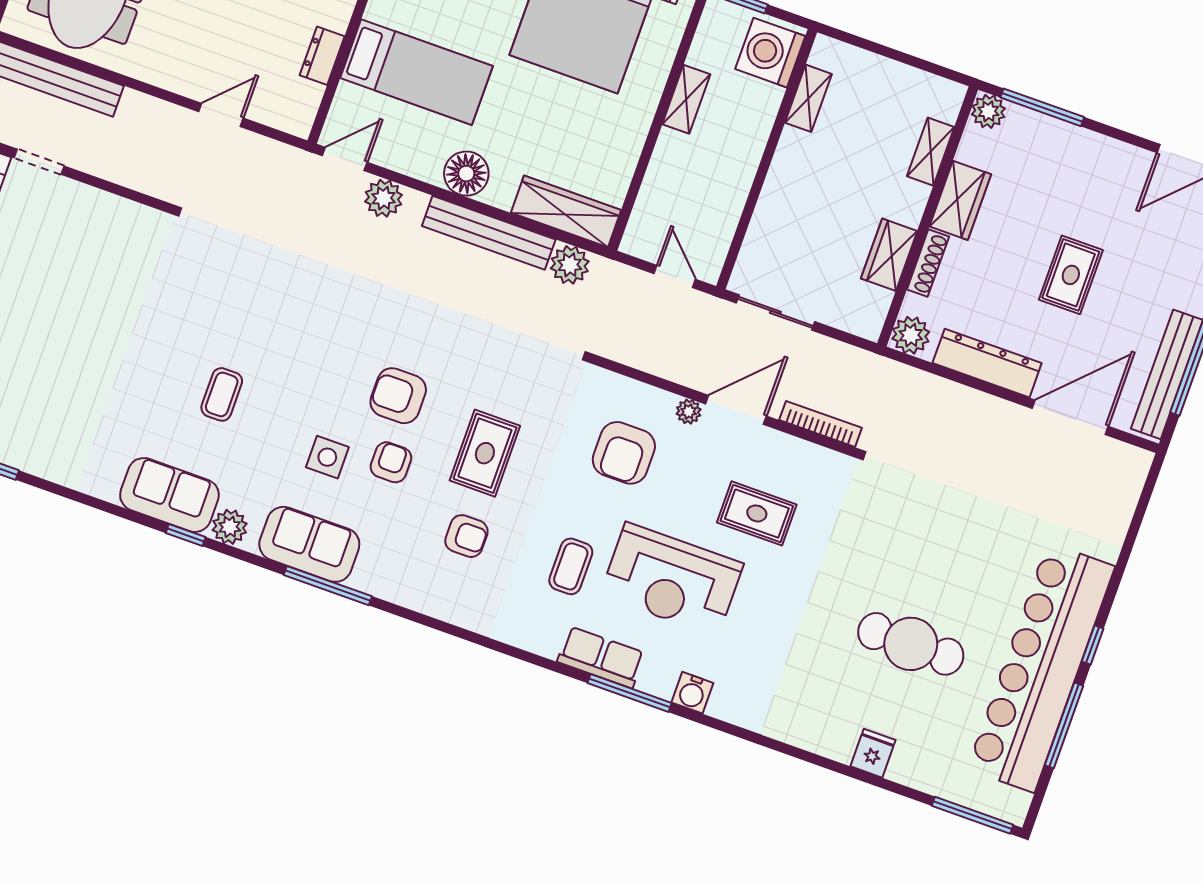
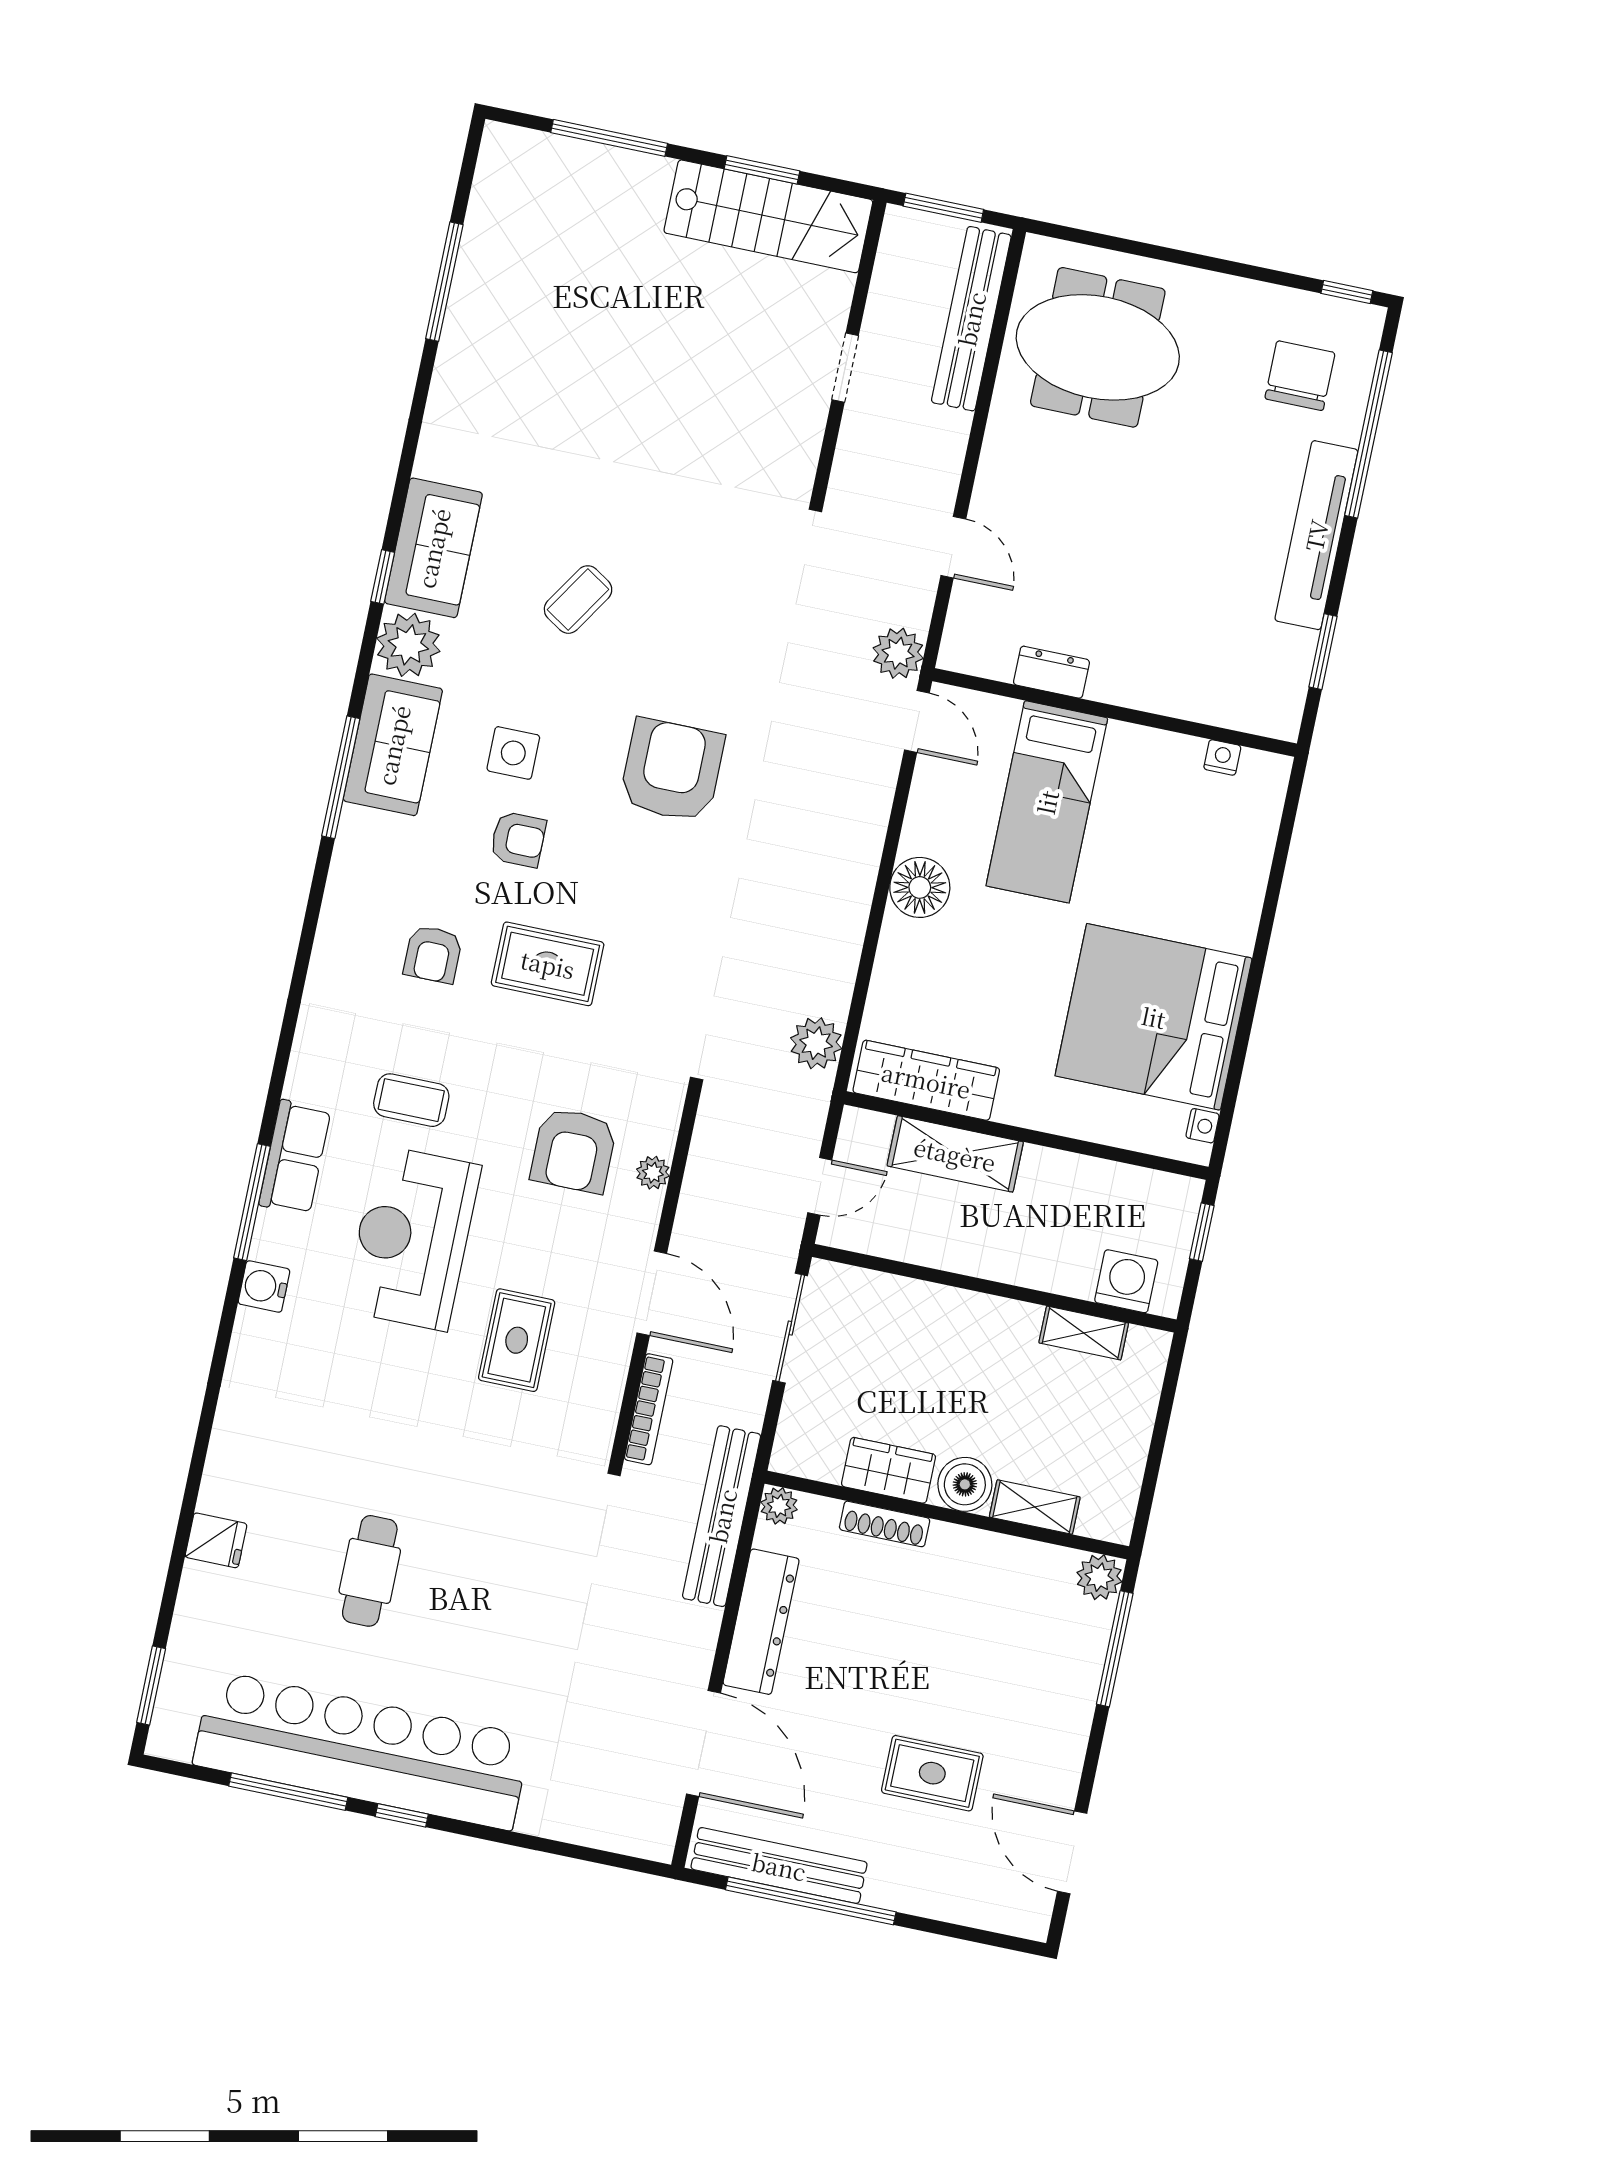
washing machine: (770, 53) -> (1126, 1281), width x0.73, depth x0.73
shelving: (686, 99) -> (955, 1154), moved, width x1.50, depth x1.33
doorway: (39, 162) -> (845, 368), moved
plant: (384, 198) -> (898, 653), moved
boiler: (907, 200) -> (965, 1484), added
wardrobe: (960, 200) -> (975, 1556), removed
wardrobe: (566, 211) -> (926, 1080), moved, turned -90
bench: (489, 233) -> (722, 1516), moved
rug: (1071, 275) -> (932, 1773), moved
plant: (911, 335) -> (779, 1506), width x0.73, depth x0.73
coffee table: (222, 394) -> (578, 600), turned -57
armchair: (398, 396) -> (672, 770), moved, width x1.36, depth x1.36
plant: (689, 412) -> (653, 1173), moved
armchair: (624, 453) -> (574, 1150), turned -90
plant: (230, 527) -> (408, 645), width x1.36, depth x1.36
cafe table: (911, 644) -> (370, 1571), width x0.73, depth x0.74
window: (973, 815) -> (151, 1685), width x0.69

